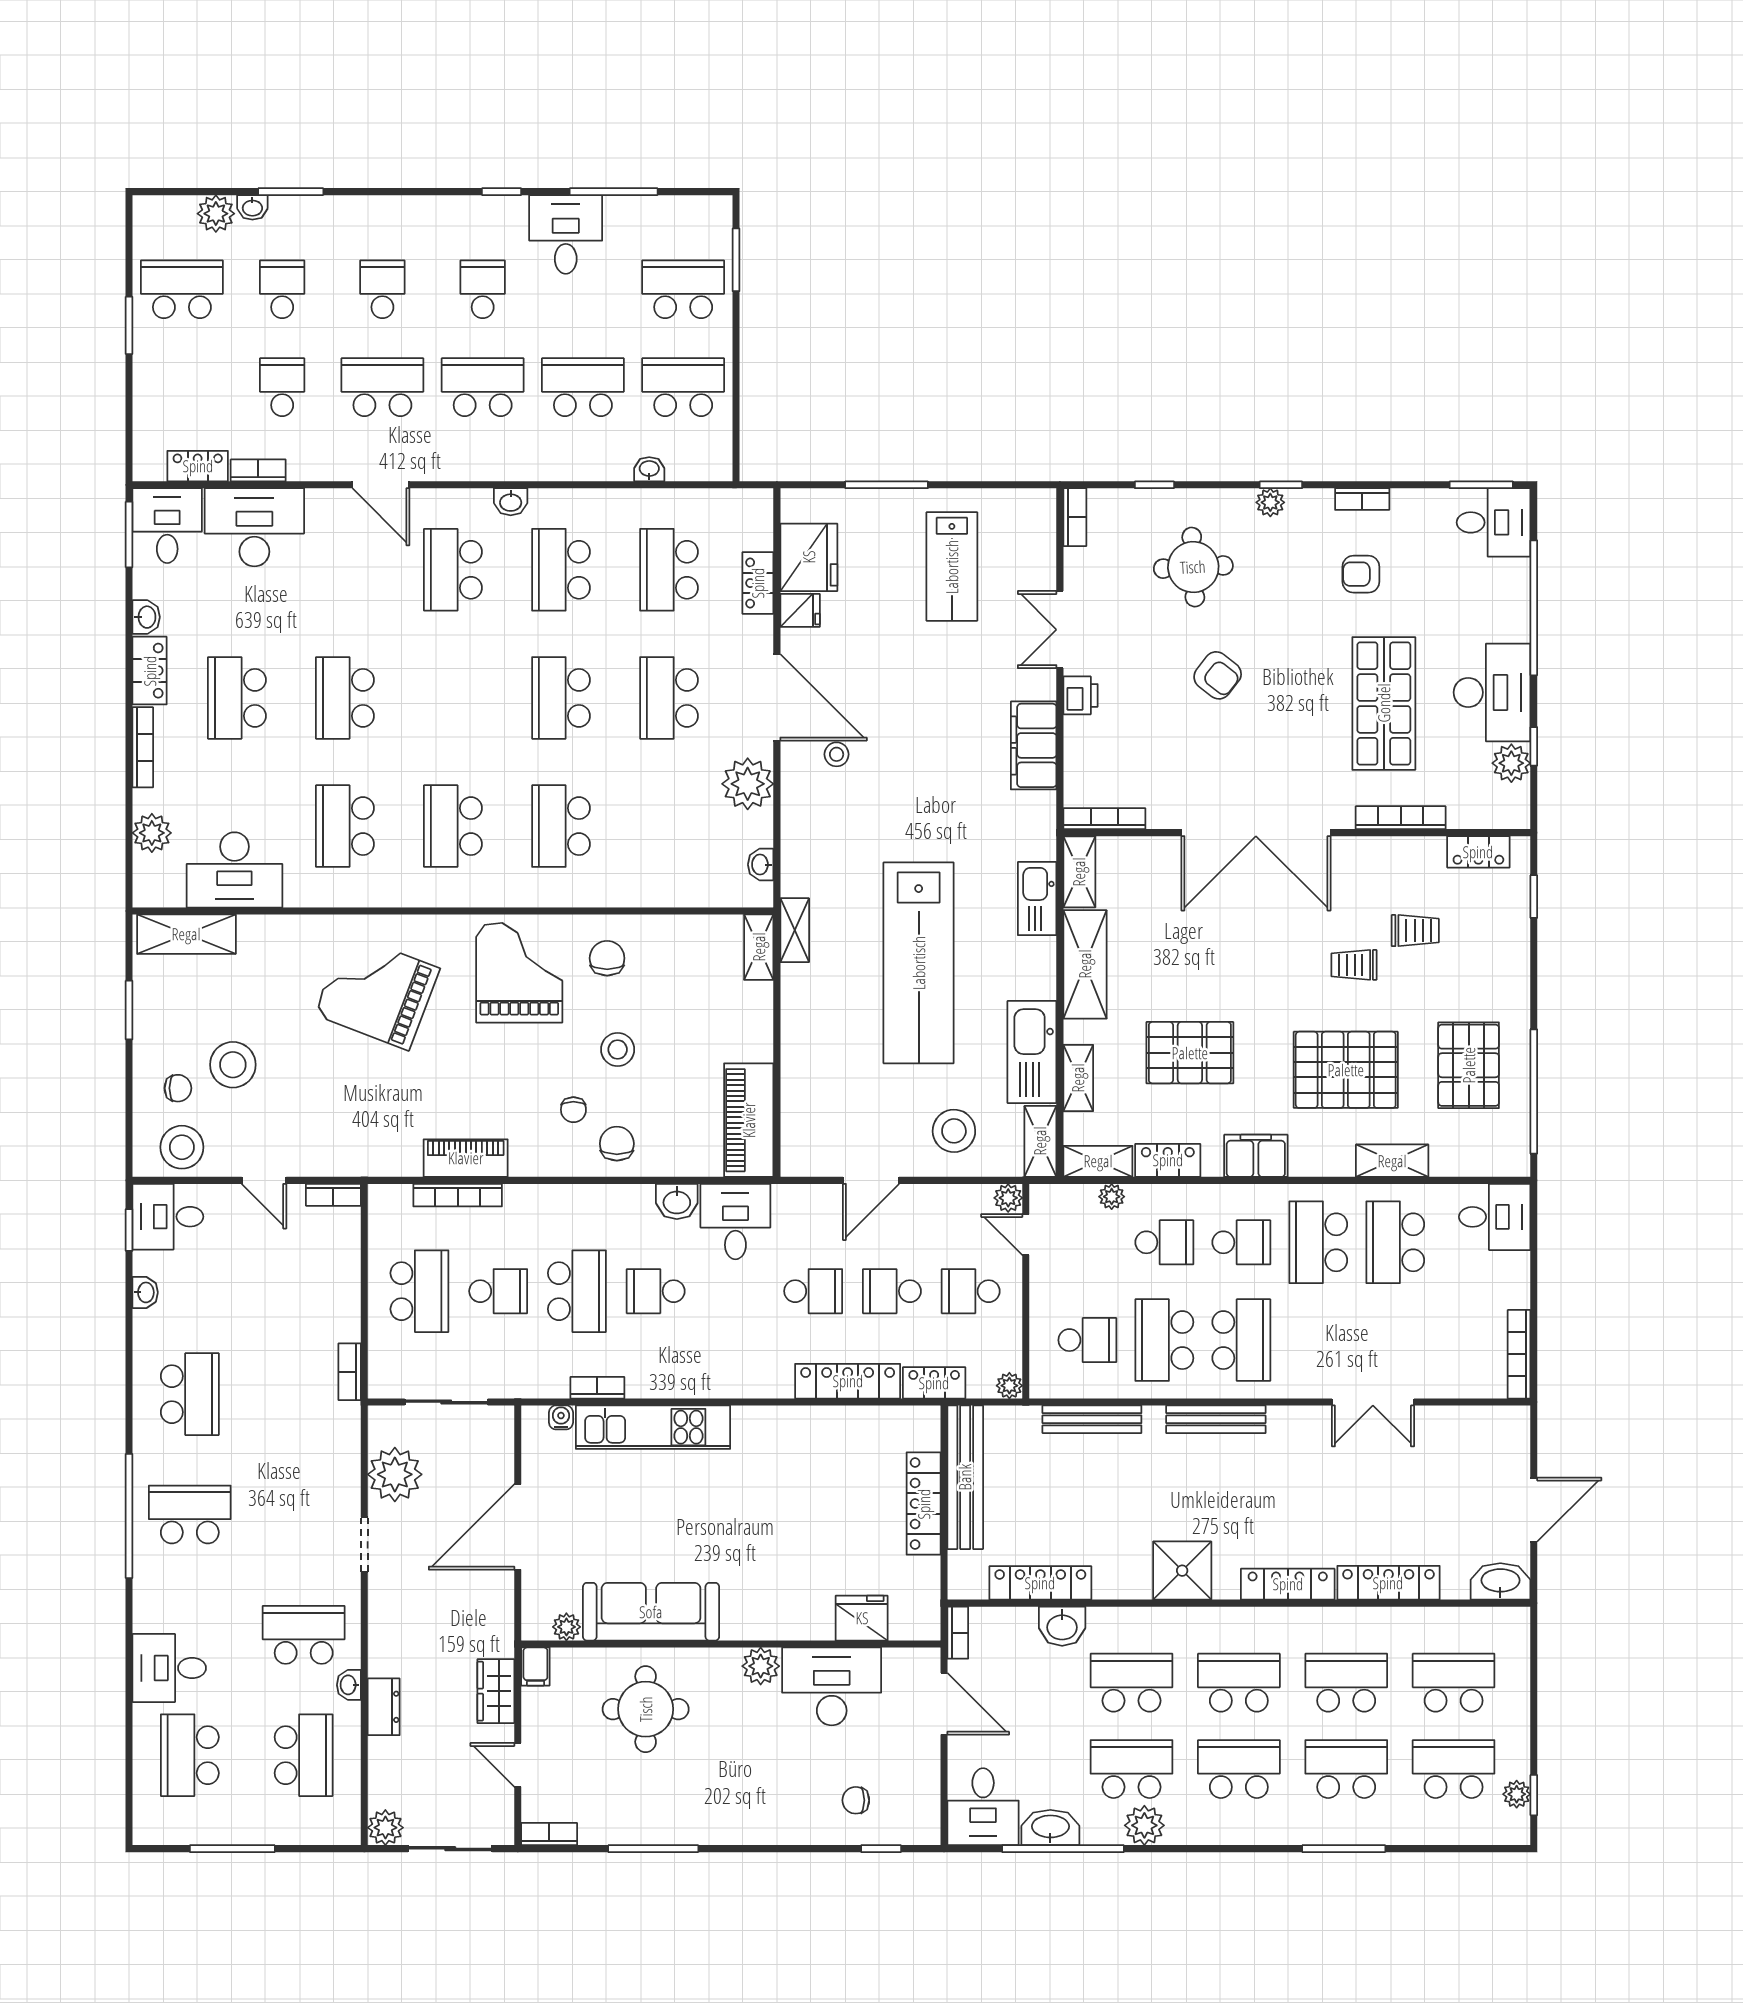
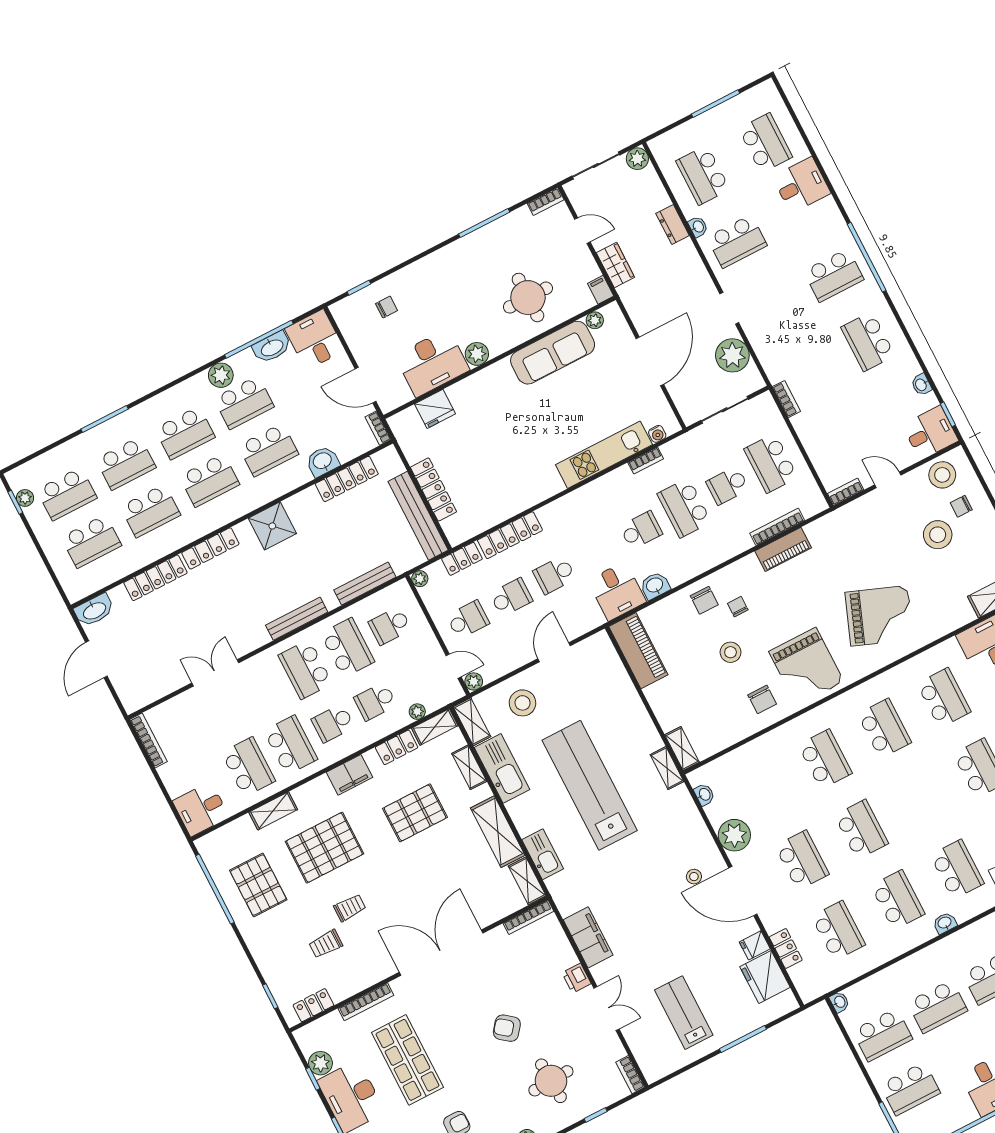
washbasin: (649, 469) -> (839, 1002), moved, turned -90

